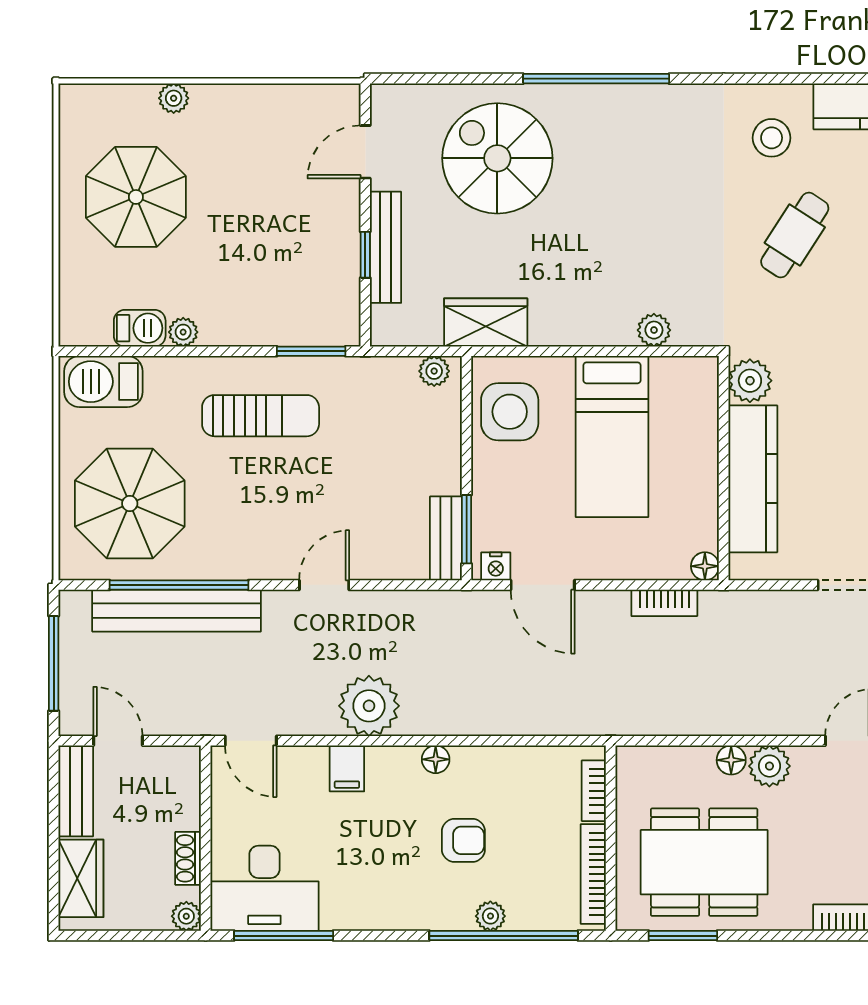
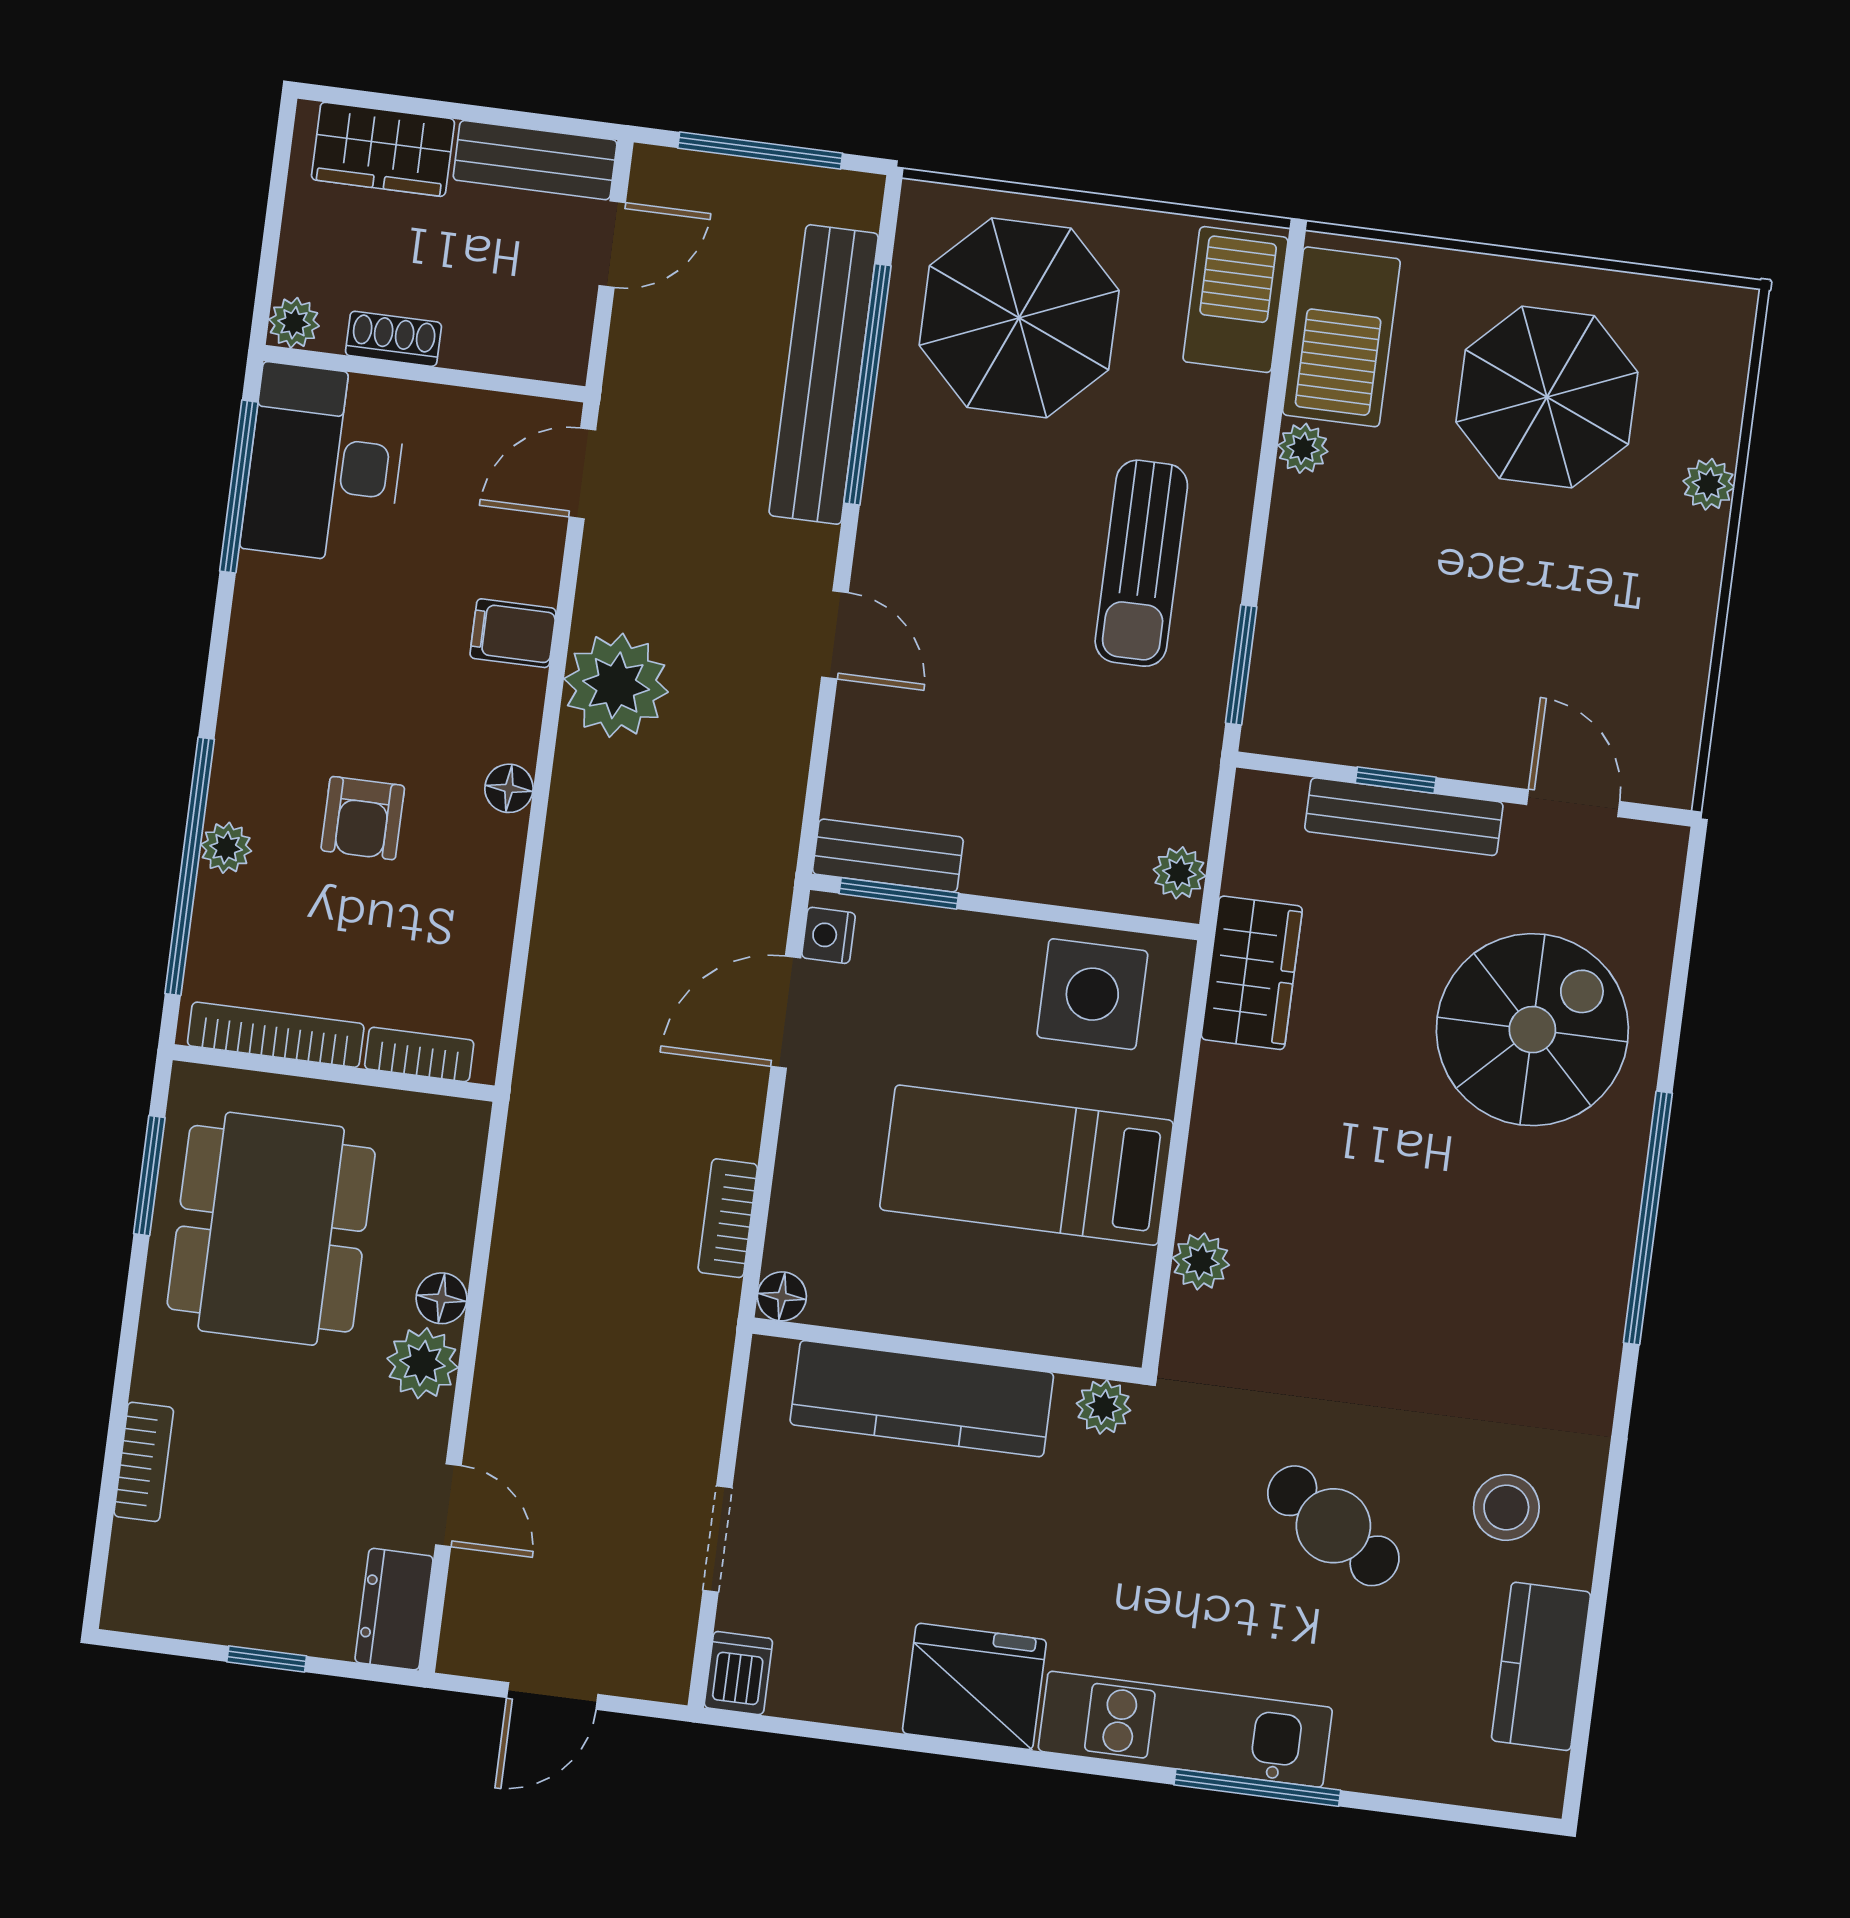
barbecue: (140, 328) -> (1341, 337), width x1.88, depth x1.53
plant: (750, 381) -> (1104, 1407), width x0.73, depth x0.73

